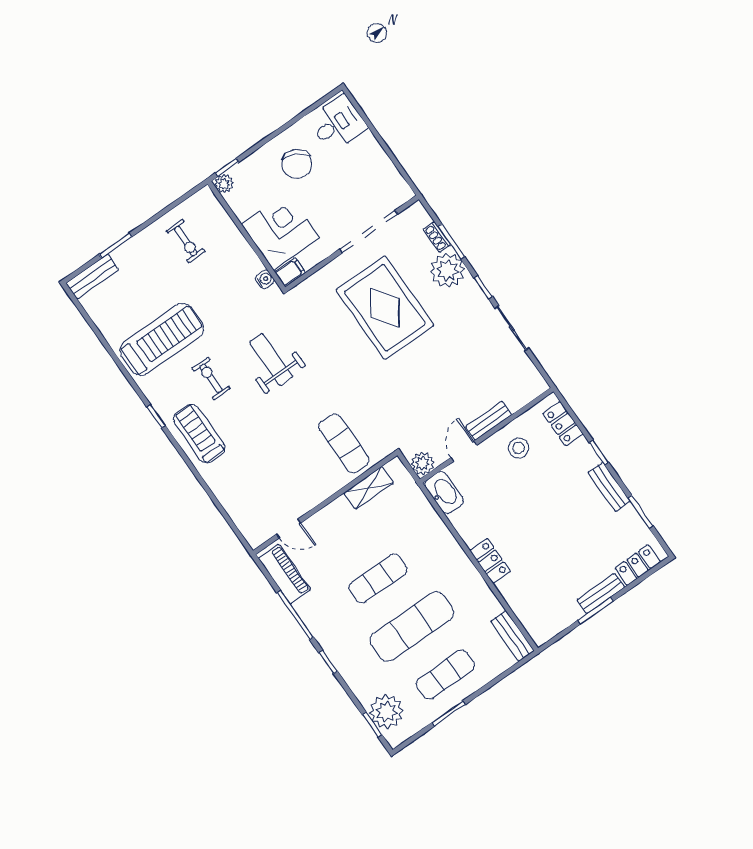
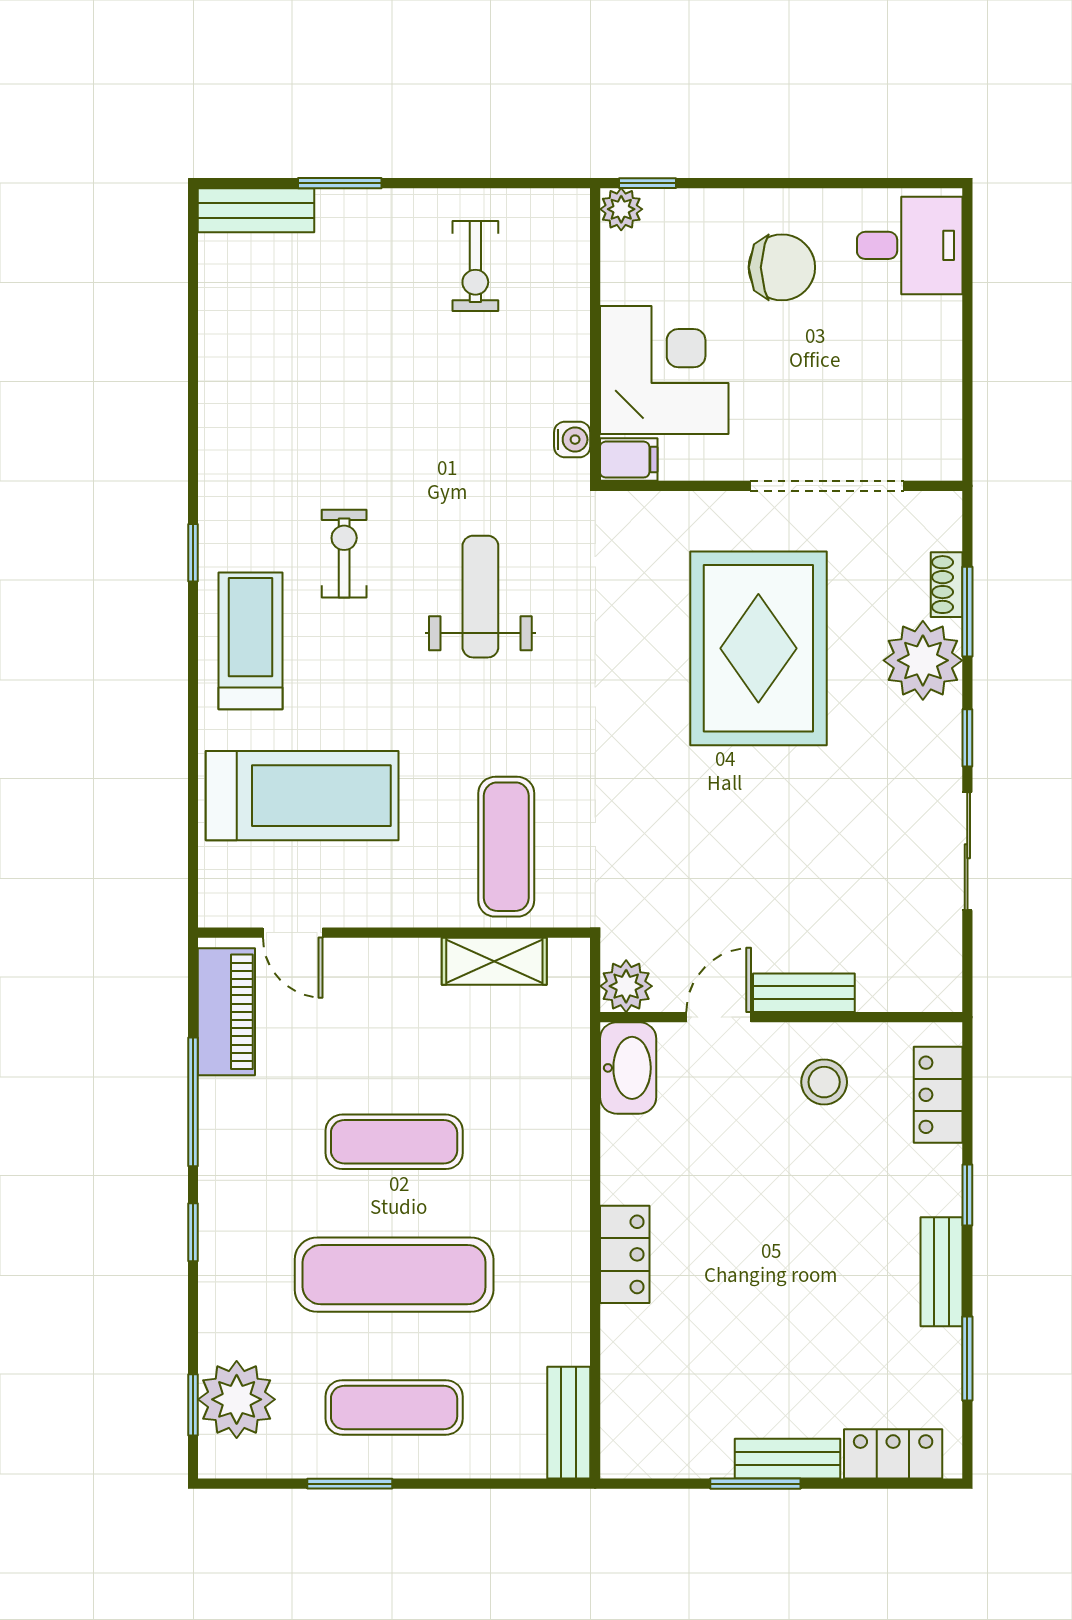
chair: (297, 164) -> (782, 267), turned -118
treadmill: (162, 339) -> (302, 796), moved

